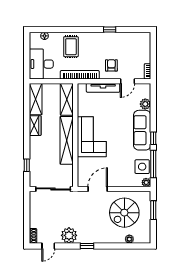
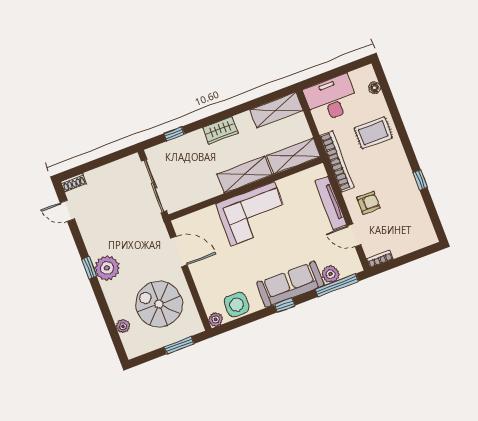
wardrobe: (35, 126) -> (220, 130), moved
shelving: (67, 140) -> (244, 175), width x0.68
window: (153, 164) -> (337, 285), moved
plant: (69, 235) -> (107, 268), moved

